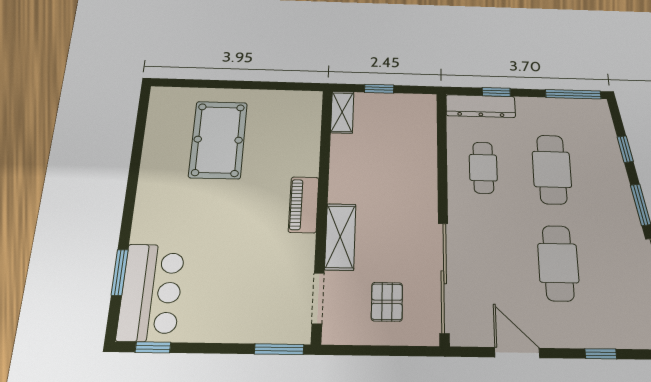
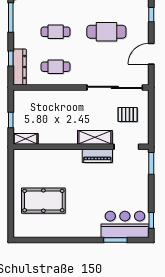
cafe table: (552, 169) -> (56, 32), width x0.73, depth x0.74
piano: (304, 205) -> (97, 156), moved

